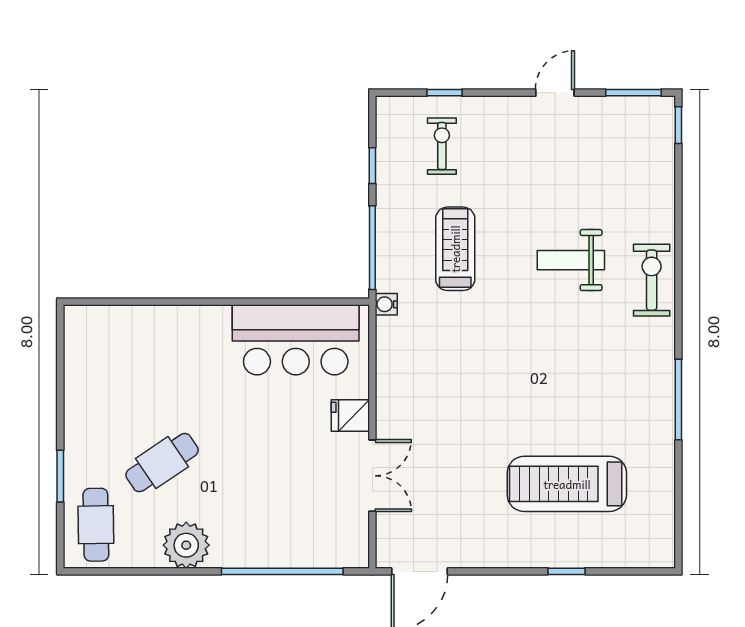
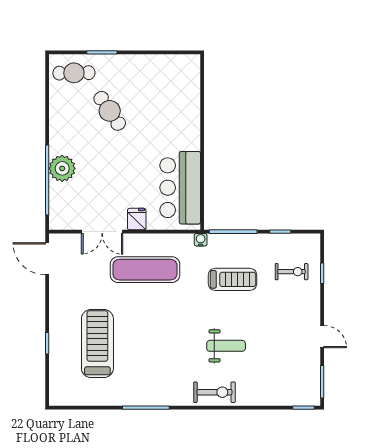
weight bench: (571, 260) -> (226, 346), turned 90
exercise mat: (438, 401) -> (145, 270), added
plant: (186, 545) -> (62, 168), moved

